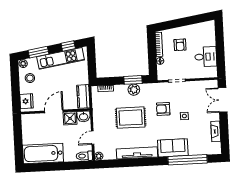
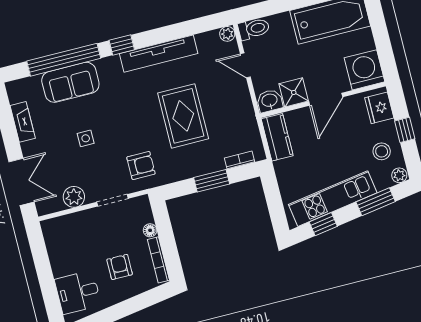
desk: (206, 57) -> (78, 292), moved
window: (133, 80) -> (212, 181), moved
window: (15, 87) -> (405, 130), added
plant: (134, 90) -> (74, 197), moved
armchair: (163, 109) -> (141, 166), moved
rug: (131, 118) -> (183, 116), turned 90
washing machine: (30, 123) -> (364, 70), added
door: (93, 138) -> (245, 65), swing flipped
sofa: (173, 148) -> (70, 82), moved
window: (156, 161) -> (122, 45), added

